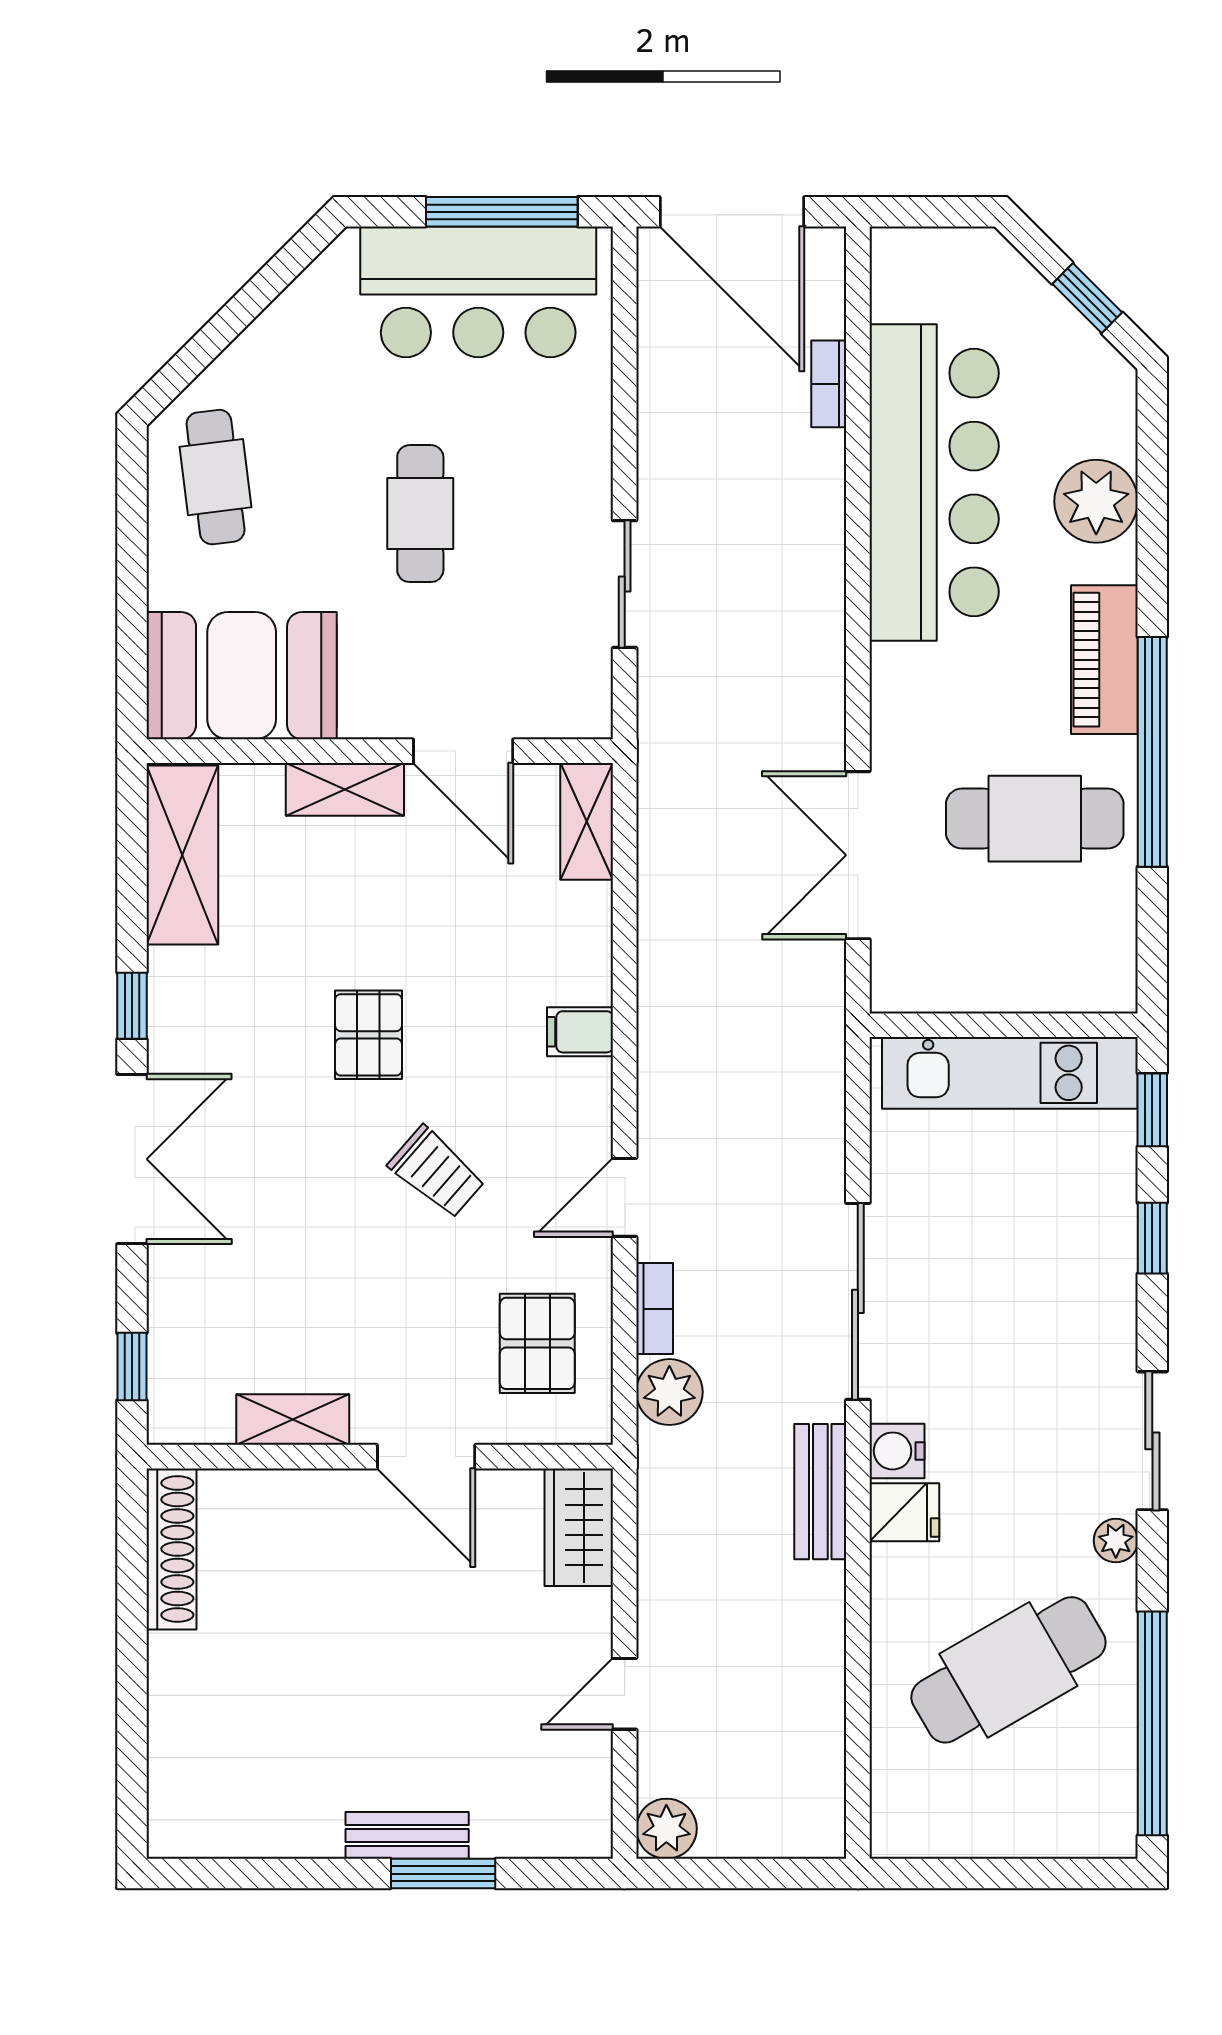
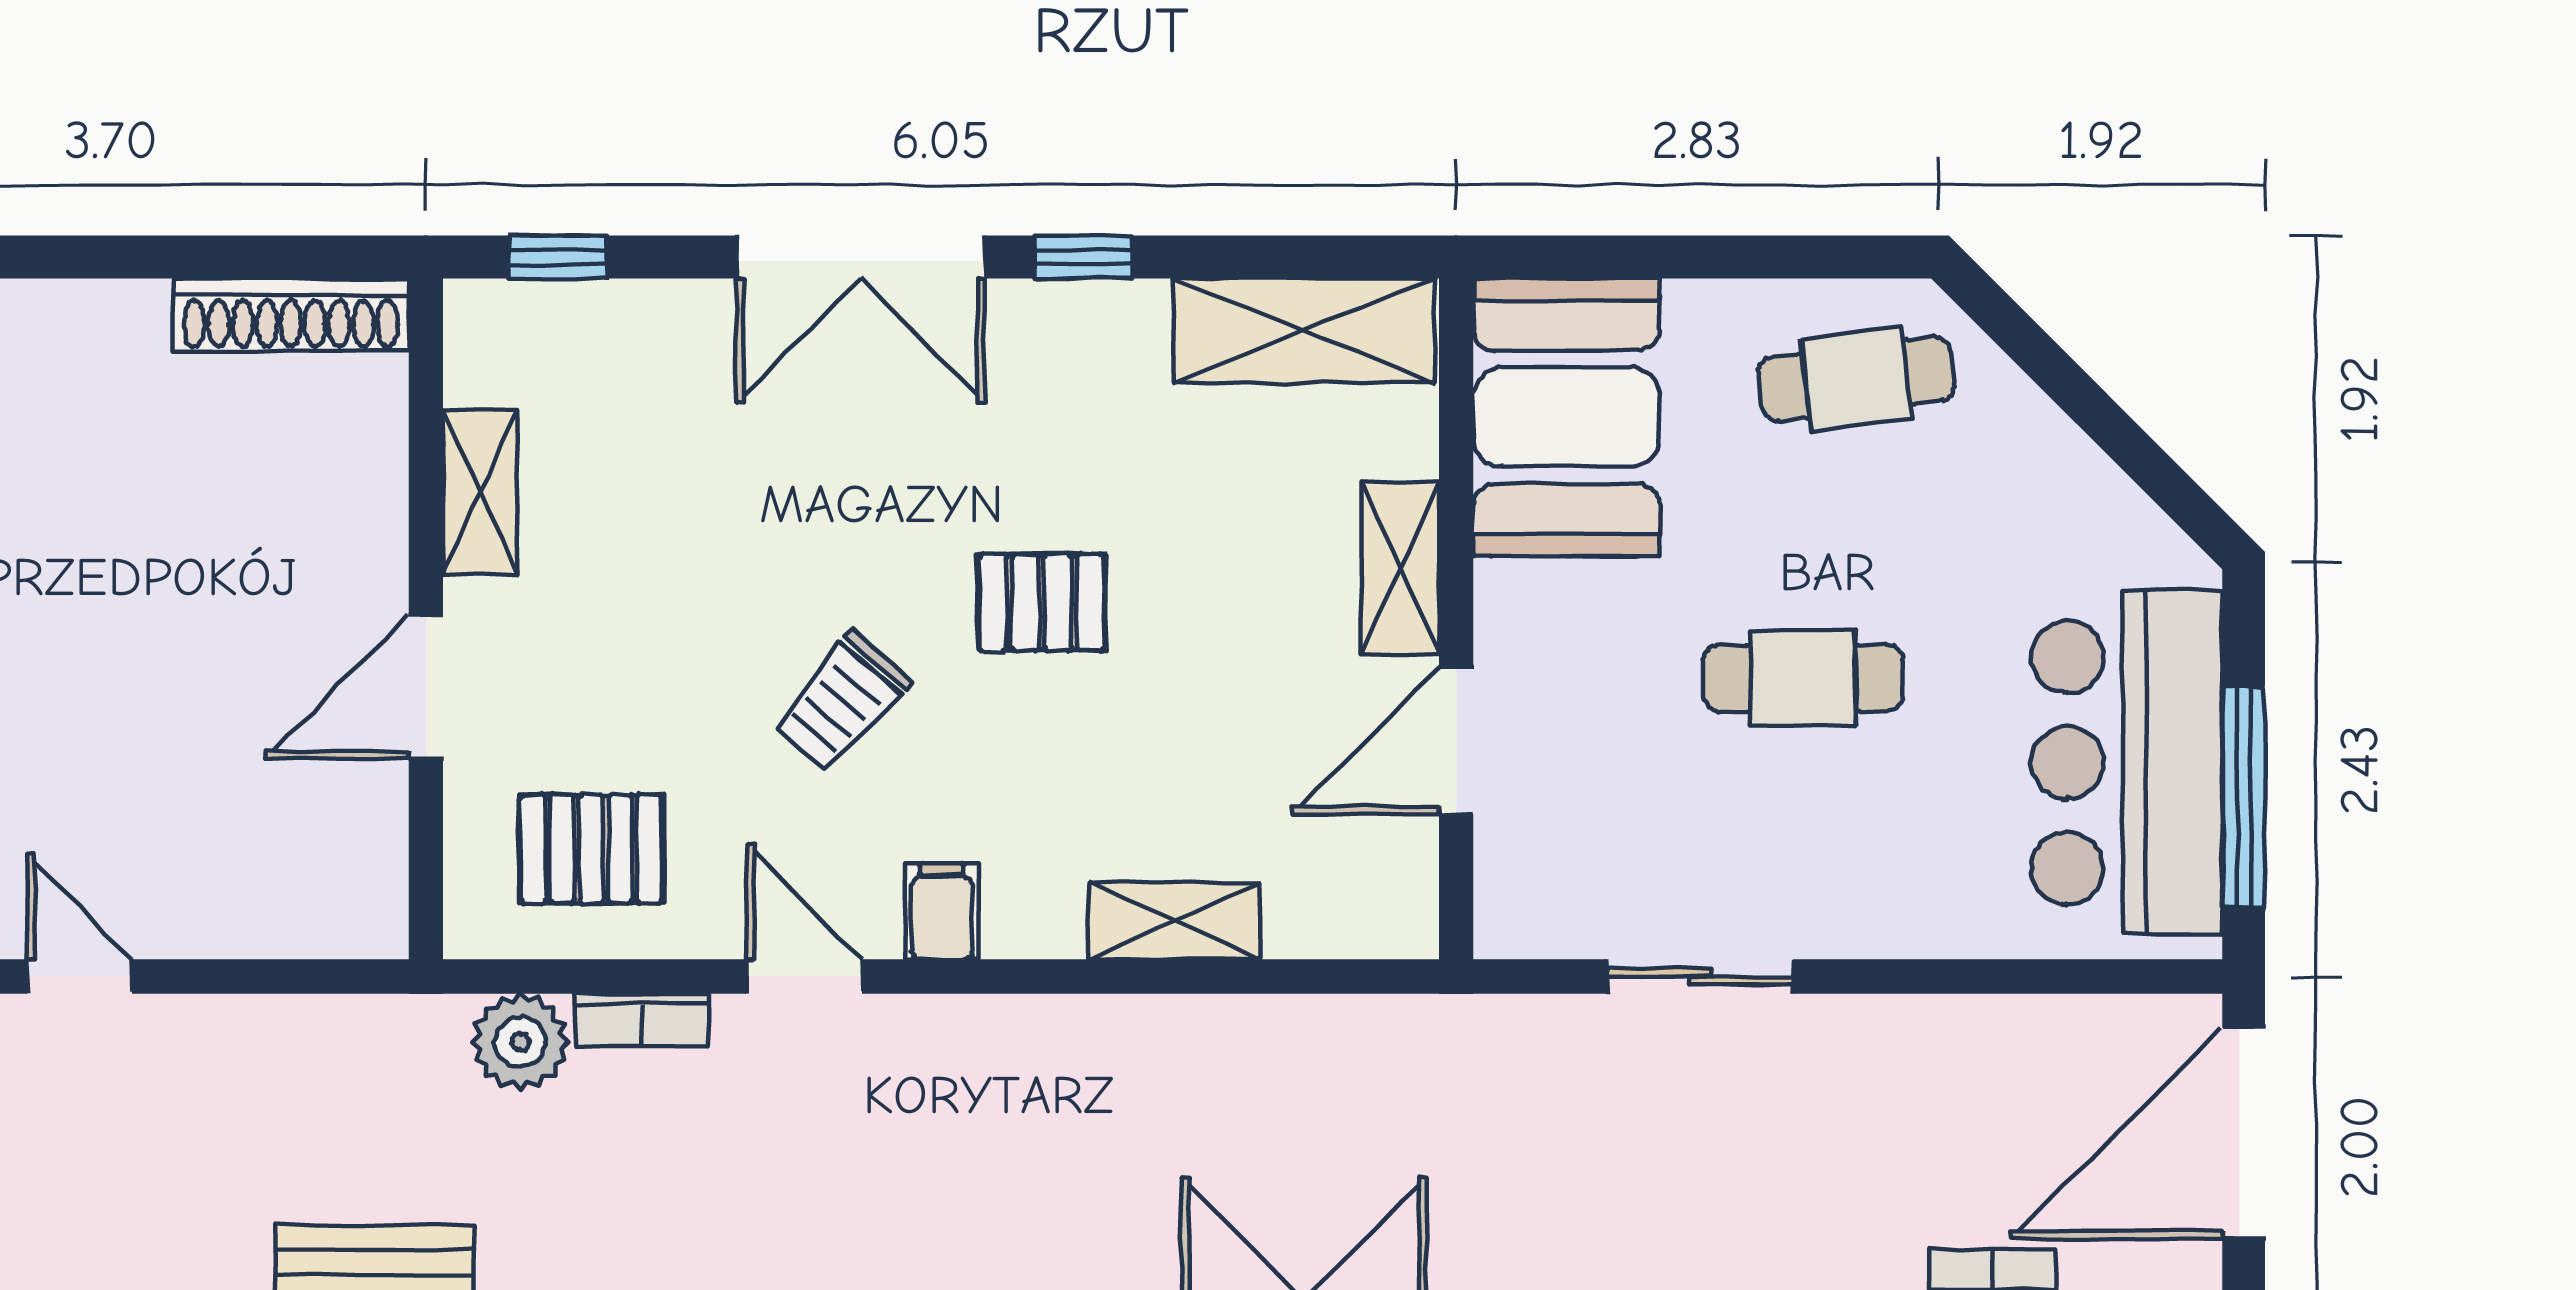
shelving: (587, 821) -> (1174, 921), moved
filing cabinet: (580, 1032) -> (942, 911), moved
wardrobe: (579, 1527) -> (323, 910), removed

